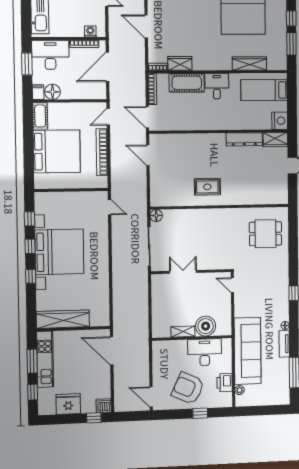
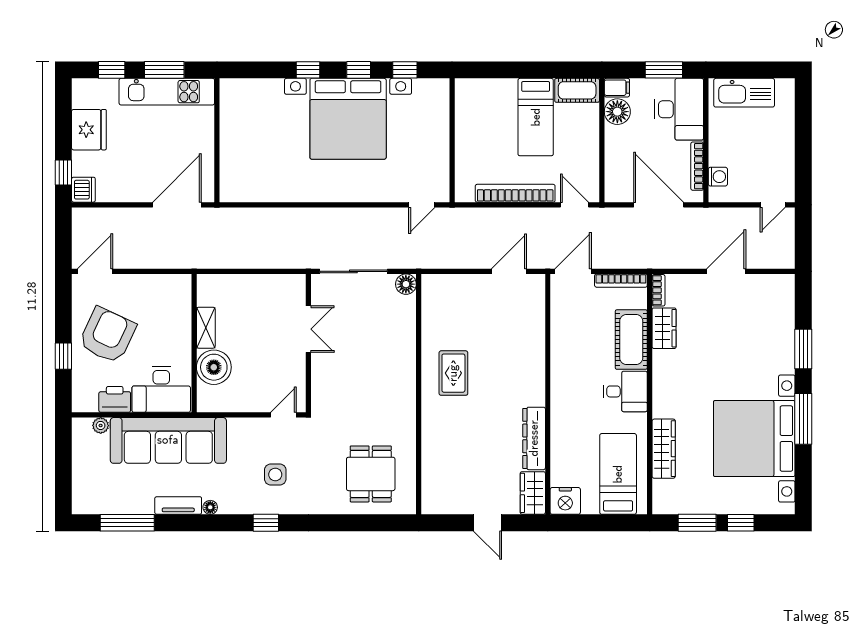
bed: (57, 151) -> (536, 117), width x0.49
side table: (266, 289) -> (275, 474), added
wardrobe: (63, 319) -> (234, 123), removed
desk: (205, 352) -> (161, 390), moved, turned 90

